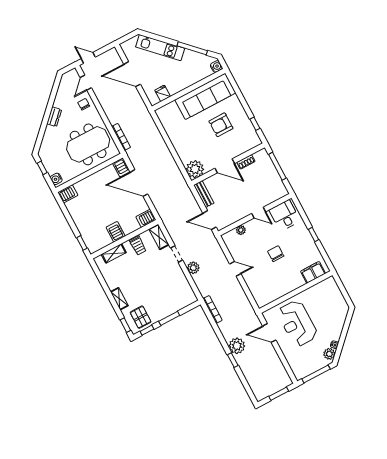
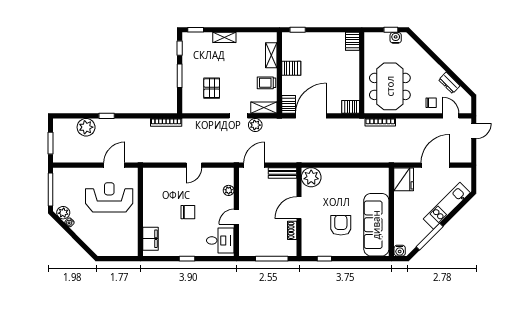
fridge: (163, 93) -> (404, 179), width x1.88, depth x1.34
dresser: (54, 117) -> (449, 83), moved
water cooler: (56, 179) -> (396, 38), moved
door: (139, 183) -> (311, 116), moved
plant: (193, 268) -> (255, 125), moved
pallet: (141, 317) -> (212, 88), moved, turned 90
plant: (237, 346) -> (86, 127), moved

